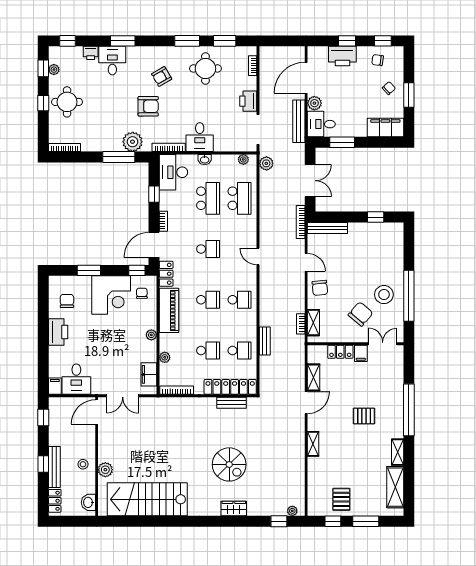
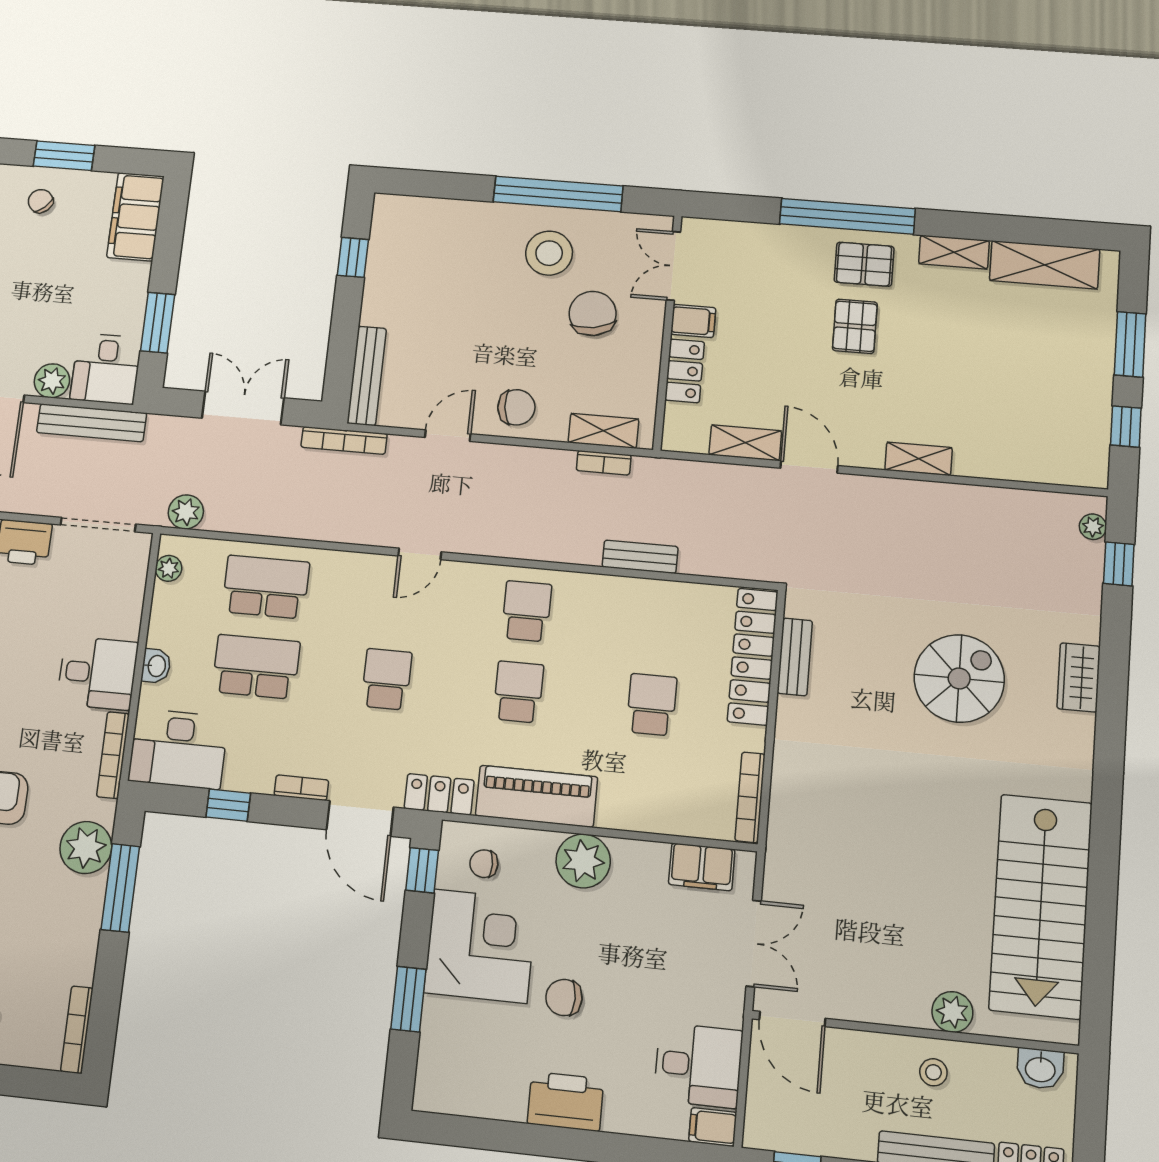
chair: (67, 301) -> (564, 998), moved
chair: (361, 314) -> (593, 313), turned 40
plant: (151, 335) -> (583, 861), width x1.87, depth x1.87
school desk: (240, 350) -> (659, 623), removed
plant: (165, 357) -> (660, 820), removed
pallet: (341, 499) -> (864, 264), moved

